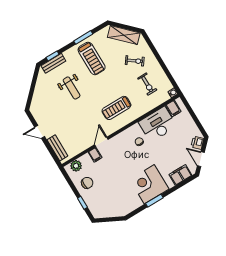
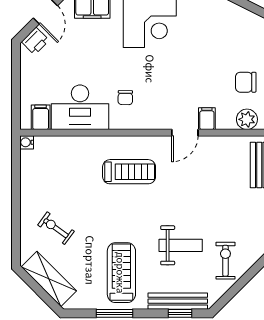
bench: (53, 63) -> (178, 301), width x1.36
exercise bike: (147, 84) -> (225, 261), moved
weight bench: (72, 88) -> (181, 245), turned 90

